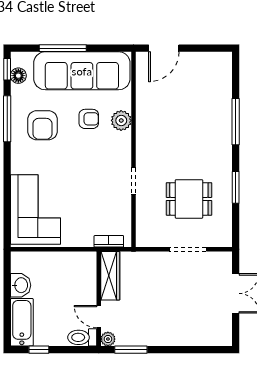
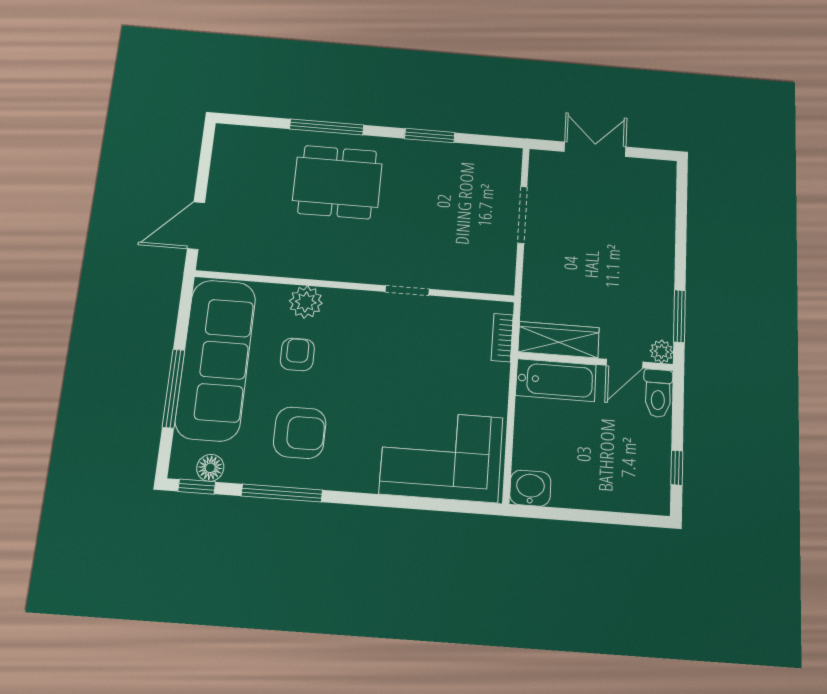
door: (164, 48) -> (196, 226), swing flipped
dining table: (189, 199) -> (337, 182), moved, width x1.38
washbasin: (21, 285) -> (530, 488), moved
bathtub: (22, 322) -> (556, 380), moved, turned 180

